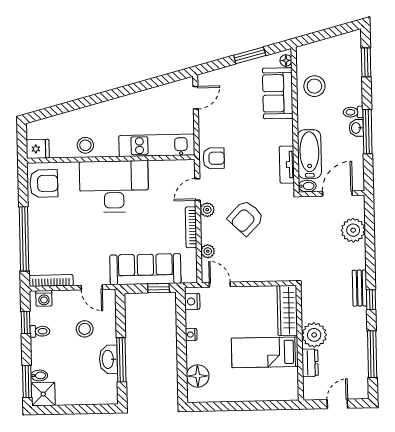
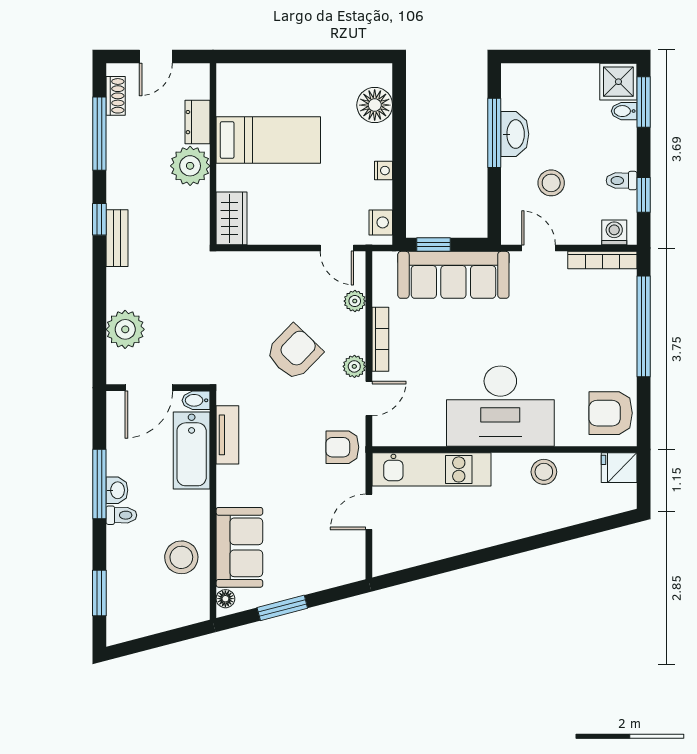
door: (196, 98) -> (369, 512), moved
wardrobe: (287, 310) -> (232, 218), width x0.67
shoe rack: (362, 378) -> (116, 96), added

